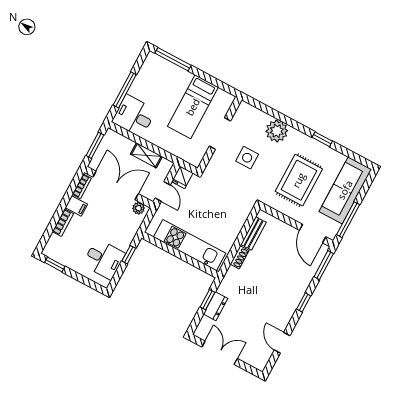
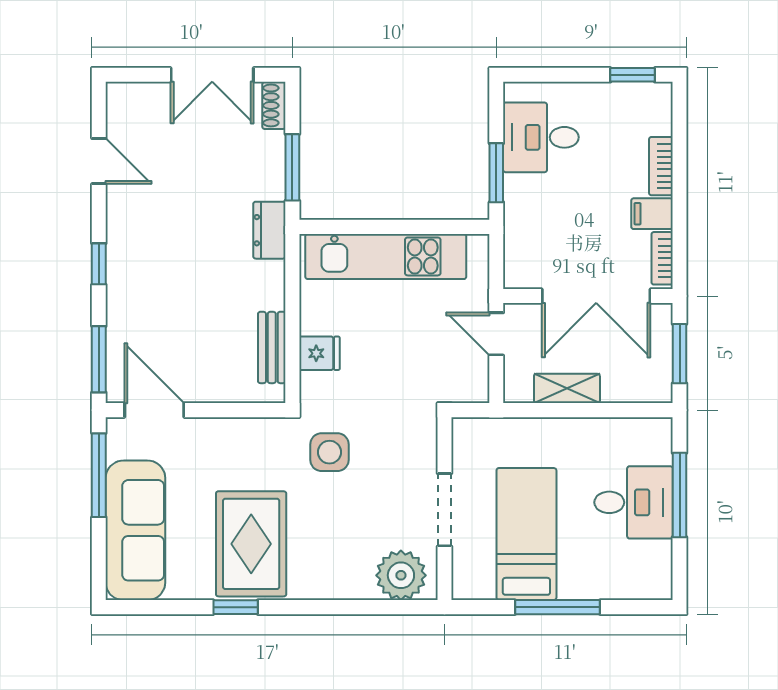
window: (173, 59) -> (558, 607), moved
desk: (134, 116) -> (633, 502), moved
plant: (277, 131) -> (401, 575), moved
side table: (247, 158) -> (329, 452), moved
fridge: (182, 177) -> (319, 353), moved, turned 90
rug: (299, 180) -> (251, 544), moved
plant: (139, 208) -> (526, 275), removed
window: (129, 255) -> (496, 173), width x1.50
shoe rack: (240, 257) -> (274, 105), moved
window: (208, 300) -> (292, 167), width x1.50
dresser: (216, 306) -> (269, 230), moved

